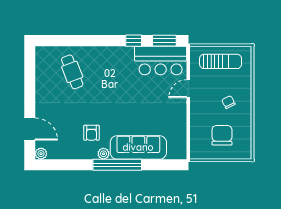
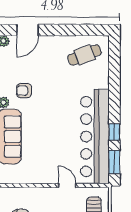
bar counter: (161, 60) -> (95, 137), width x1.86
cafe table: (72, 72) -> (85, 55), moved

